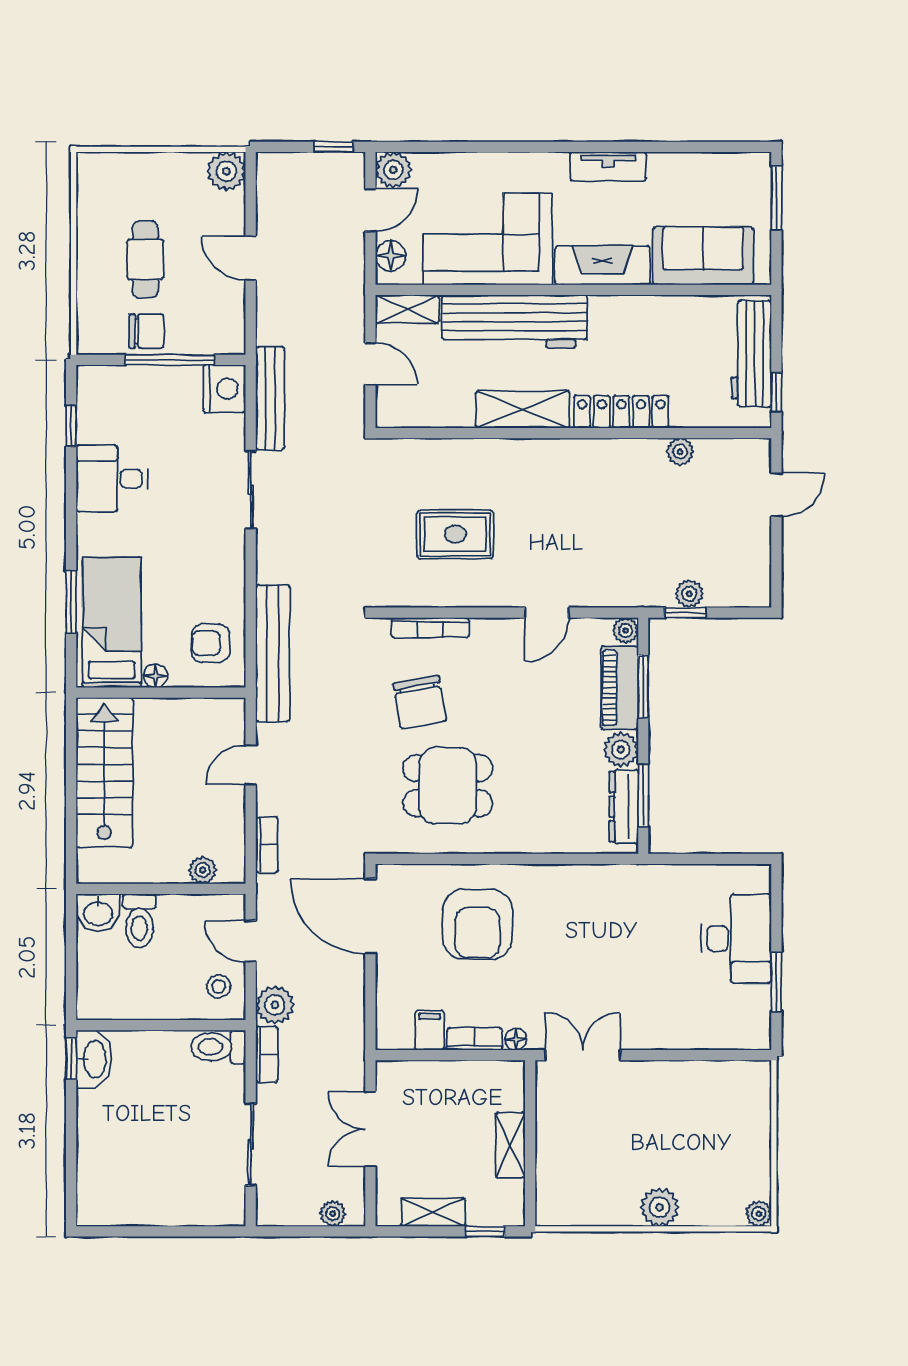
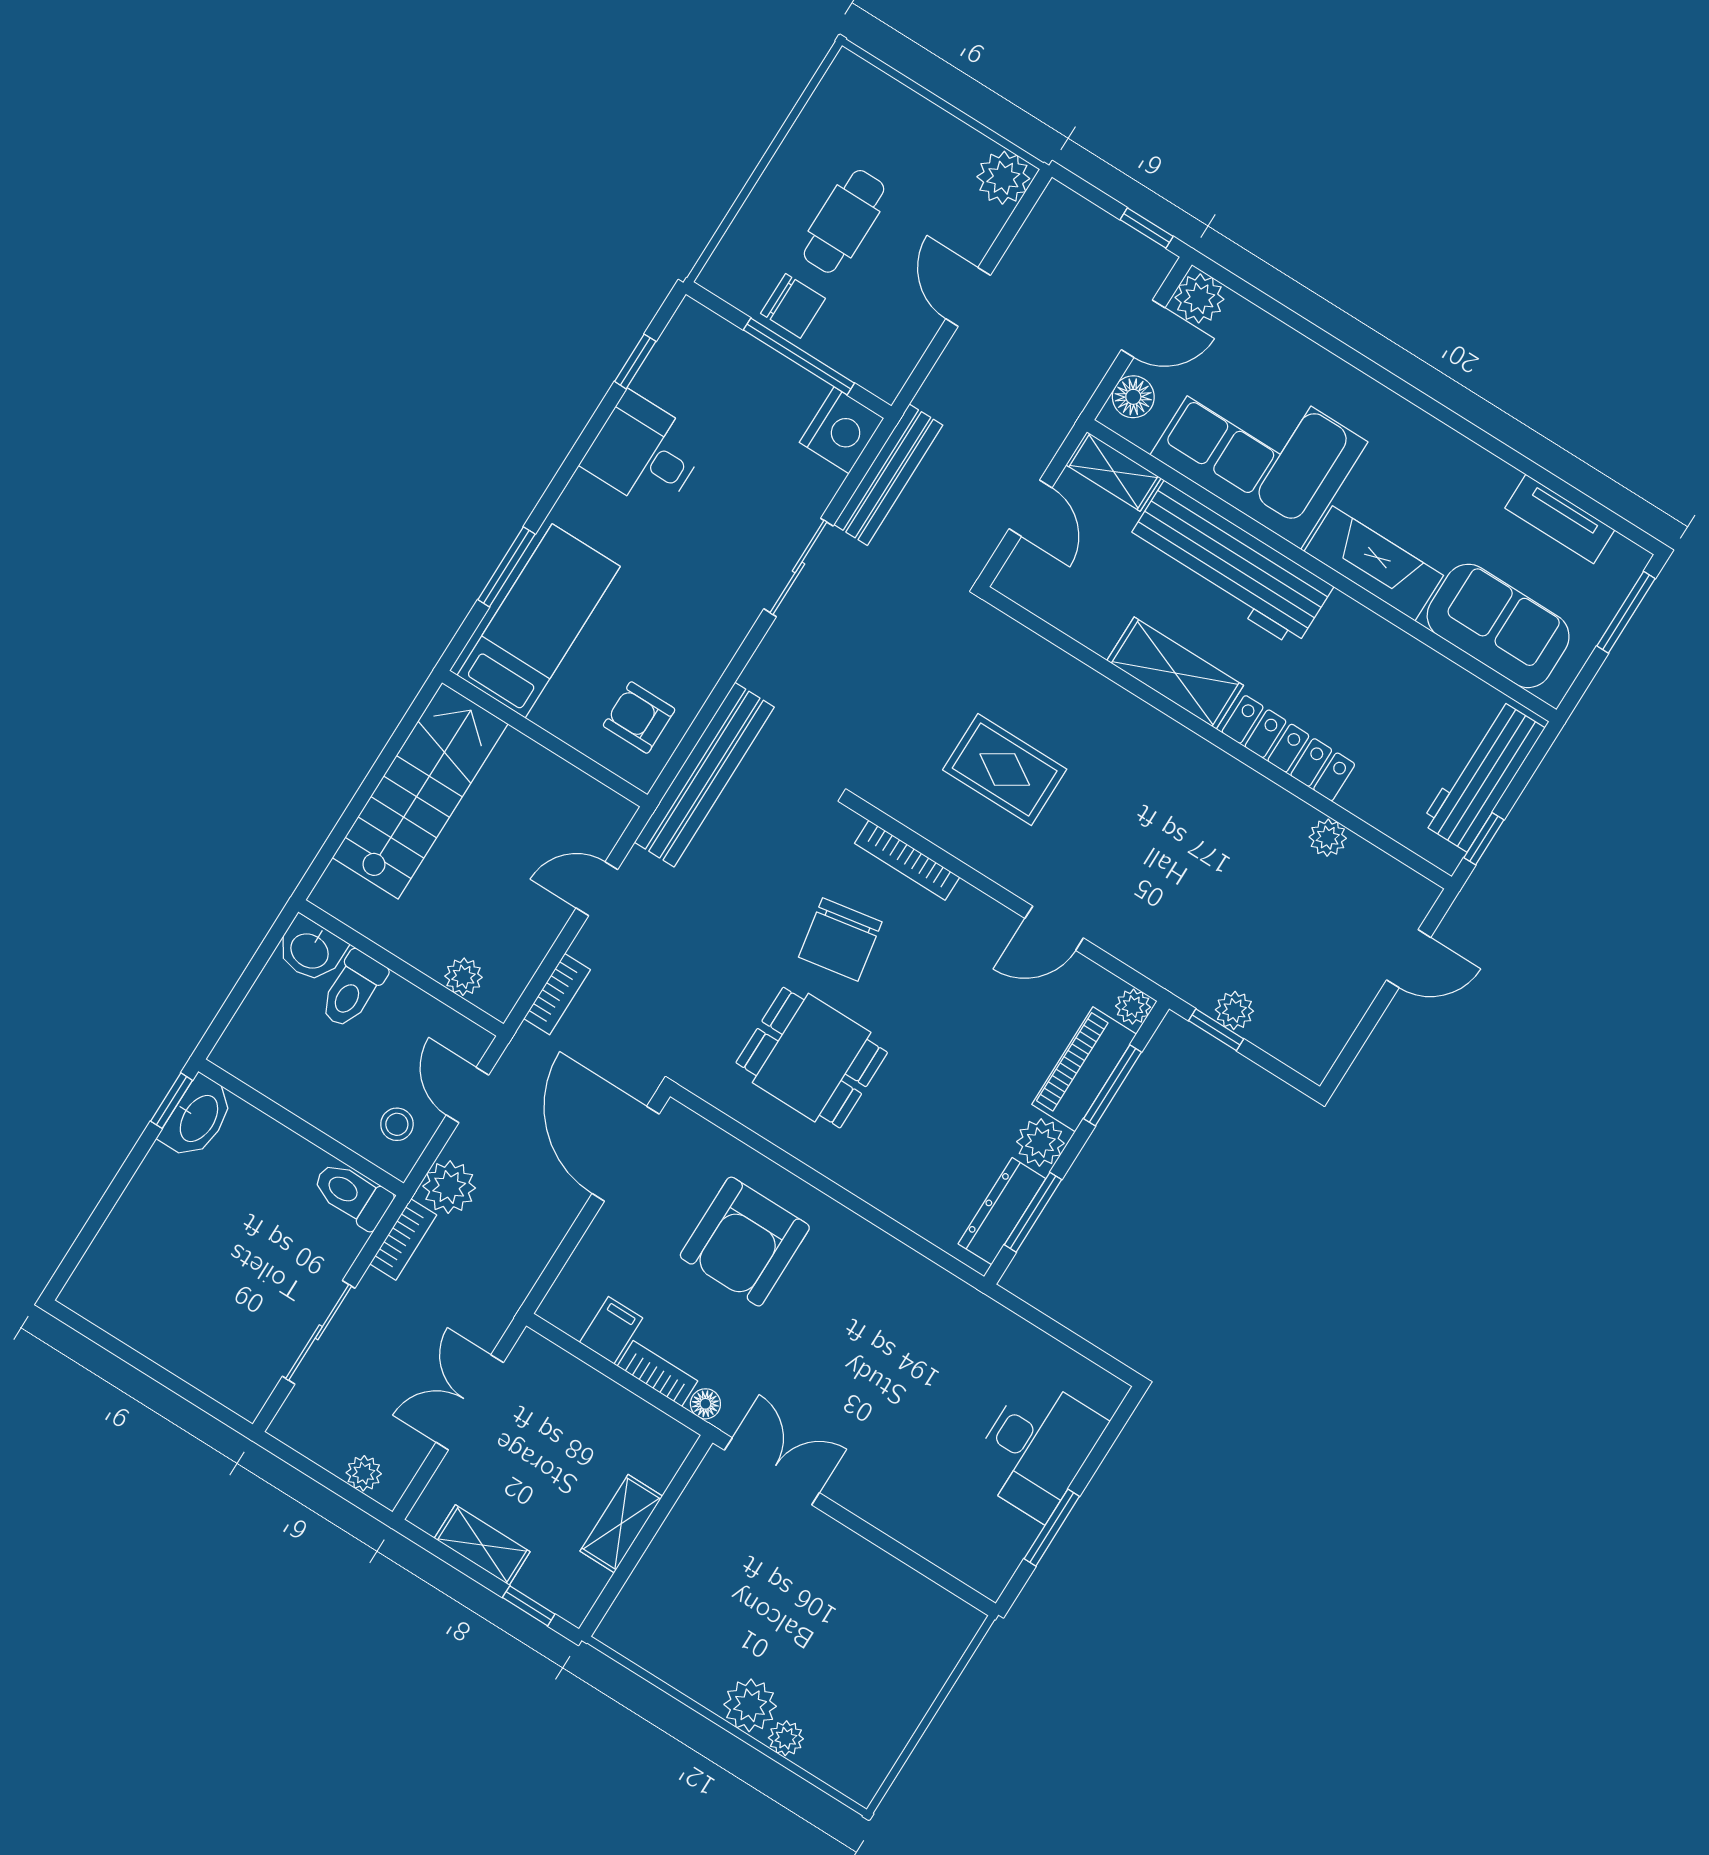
tv unit: (608, 166) -> (1560, 519), moved
floor lamp: (155, 676) -> (551, 715), removed
plant: (759, 1214) -> (786, 1738), moved

